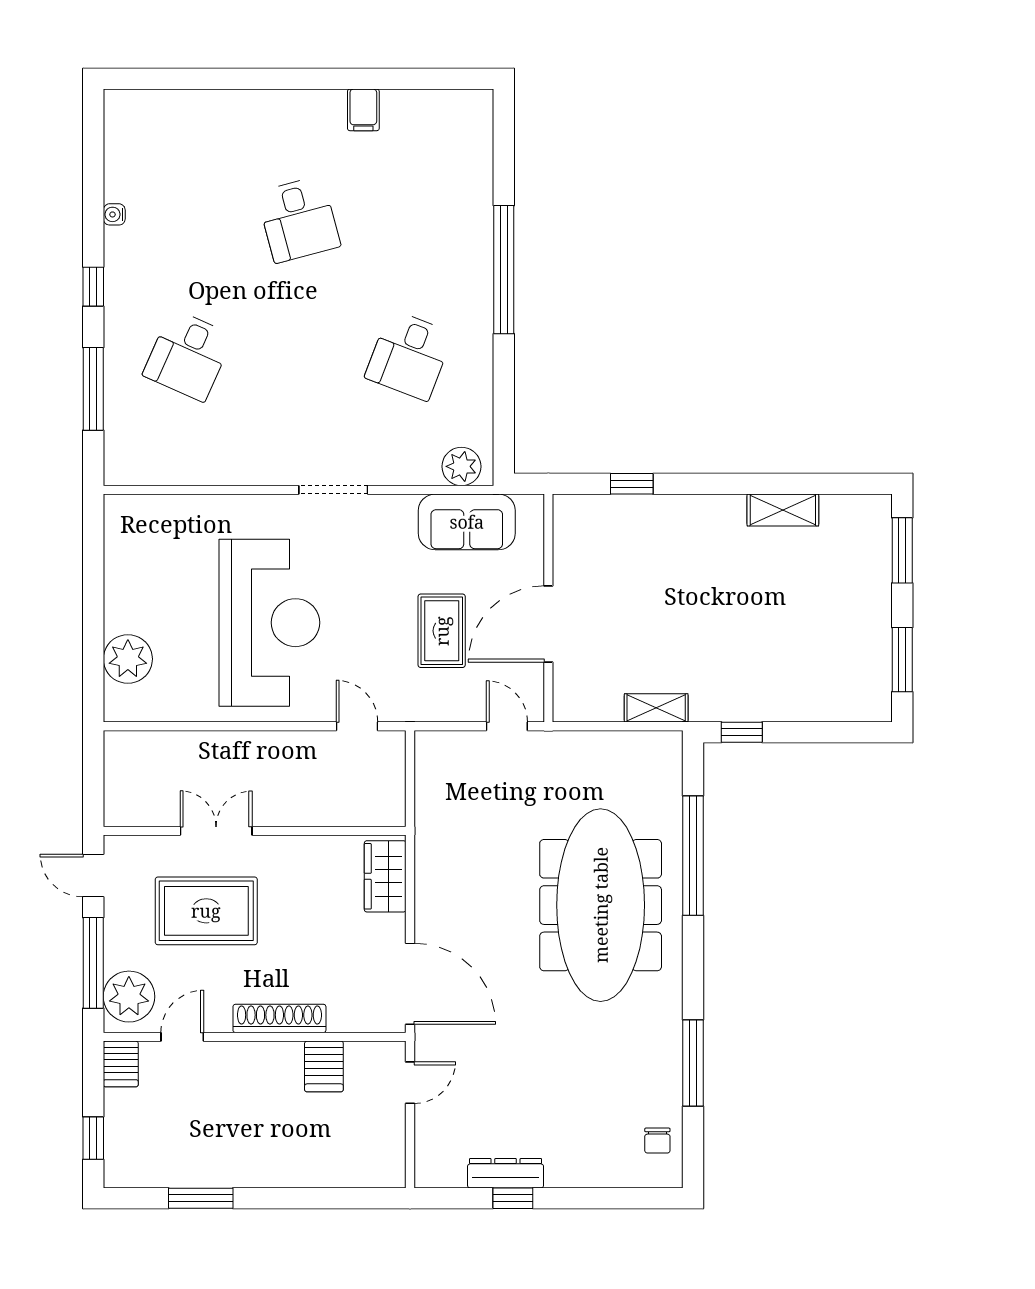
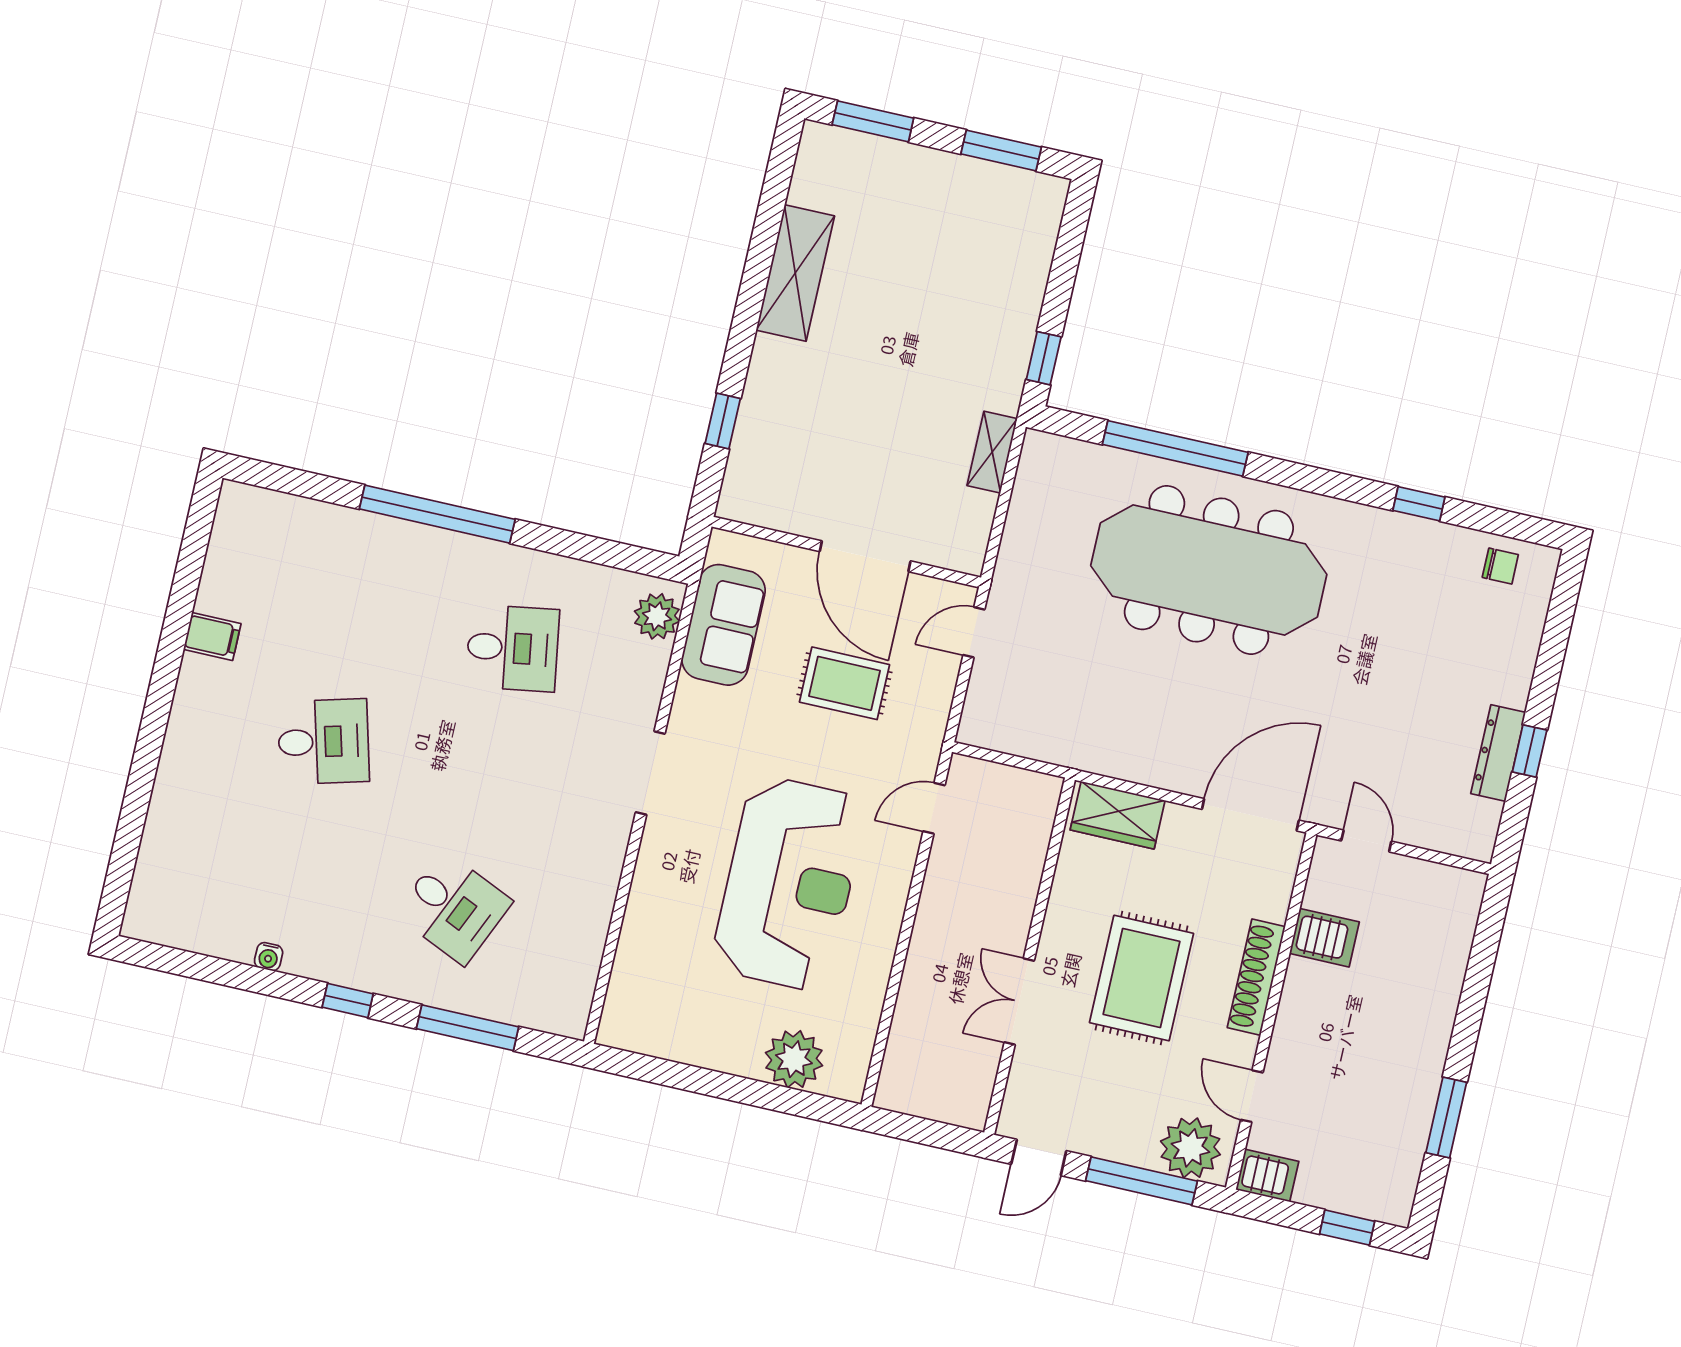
desk: (409, 355) -> (513, 648), turned -30
shelving: (783, 510) -> (795, 273), width x1.50, depth x1.33
reception desk: (269, 623) -> (789, 883), turned 90
rug: (206, 911) -> (1142, 978), moved
window: (693, 1063) -> (1419, 504), width x0.46

